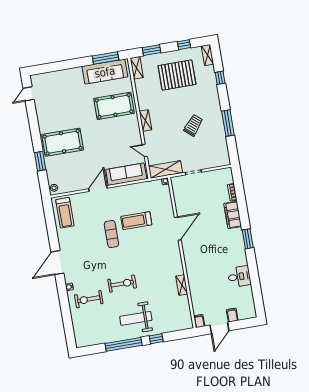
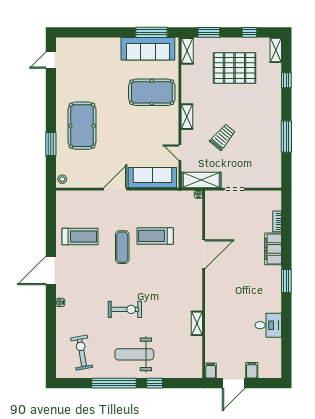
trolley: (193, 125) -> (223, 137), moved
pool table: (63, 142) -> (82, 126), turned 90
treadmill: (65, 213) -> (80, 237), moved, turned -90
exercise bike: (89, 299) -> (82, 353), moved, turned 80

